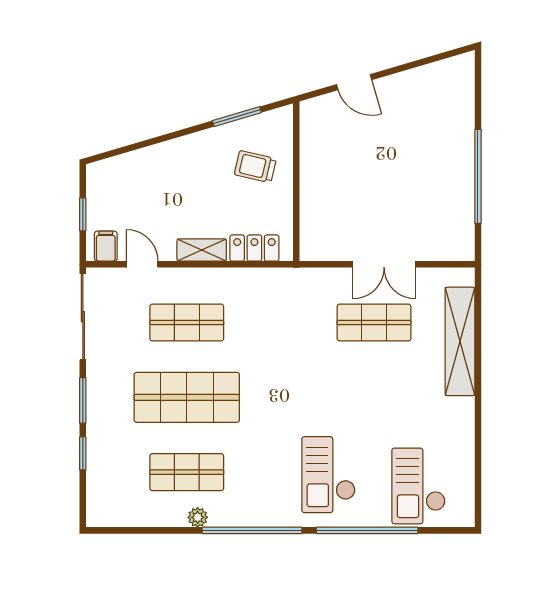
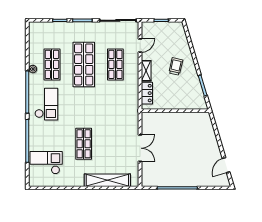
door: (354, 82) -> (226, 165), moved
trolley: (255, 167) -> (176, 66), moved
filing cabinet: (106, 246) -> (148, 30), removed
double door: (384, 264) -> (140, 148), swing flipped
shop shelf: (374, 323) -> (84, 144), moved
checkout: (328, 475) -> (46, 104), moved, turned 90

